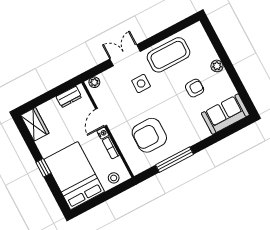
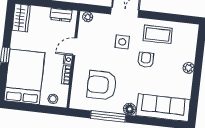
coffee table: (168, 55) -> (158, 34), width x0.73, depth x0.76
armchair: (195, 88) -> (146, 60), moved, turned -90
sofa: (225, 114) -> (163, 108), width x1.36
floor lamp: (189, 140) -> (130, 109), added

